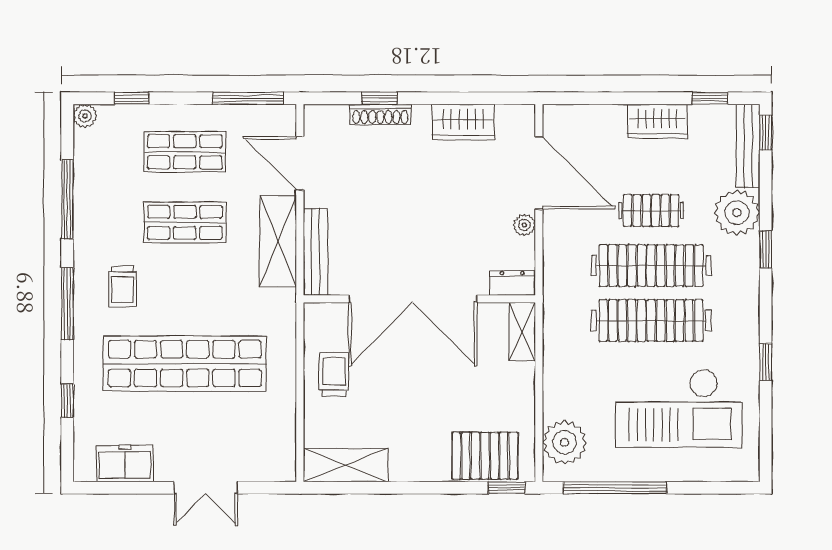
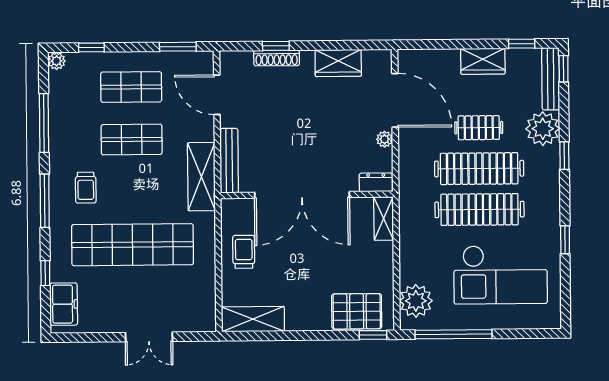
window: (248, 98) -> (178, 47), width x0.69
shelving: (278, 241) -> (201, 177), moved
freezer: (125, 463) -> (64, 304), moved, turned 90

